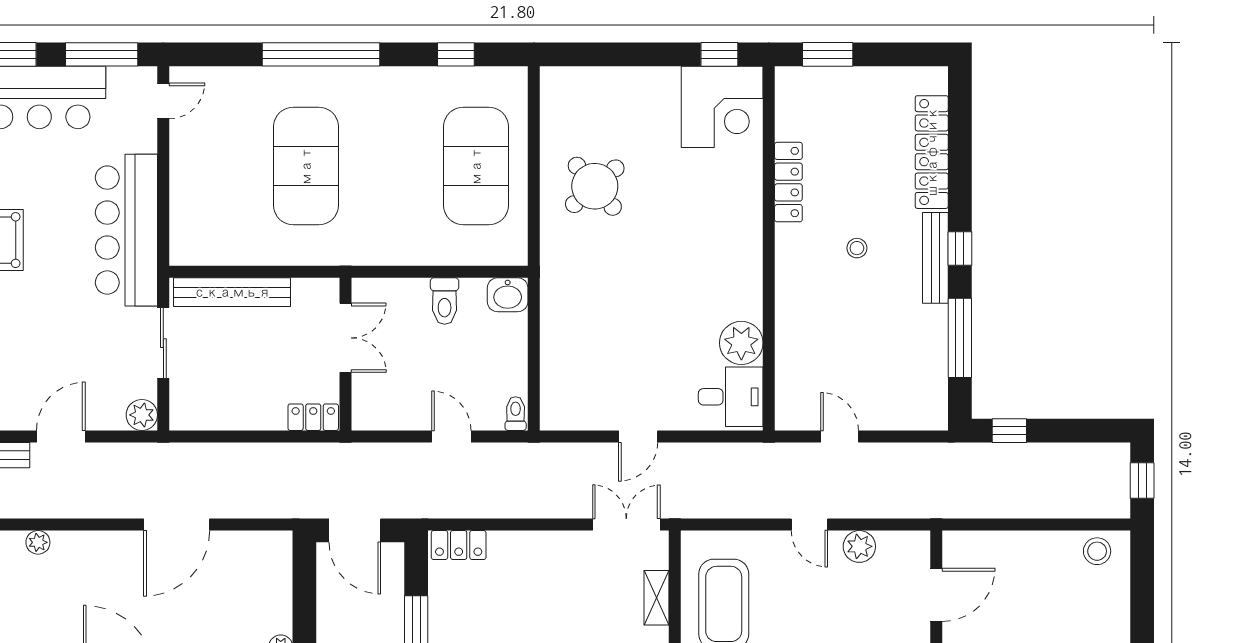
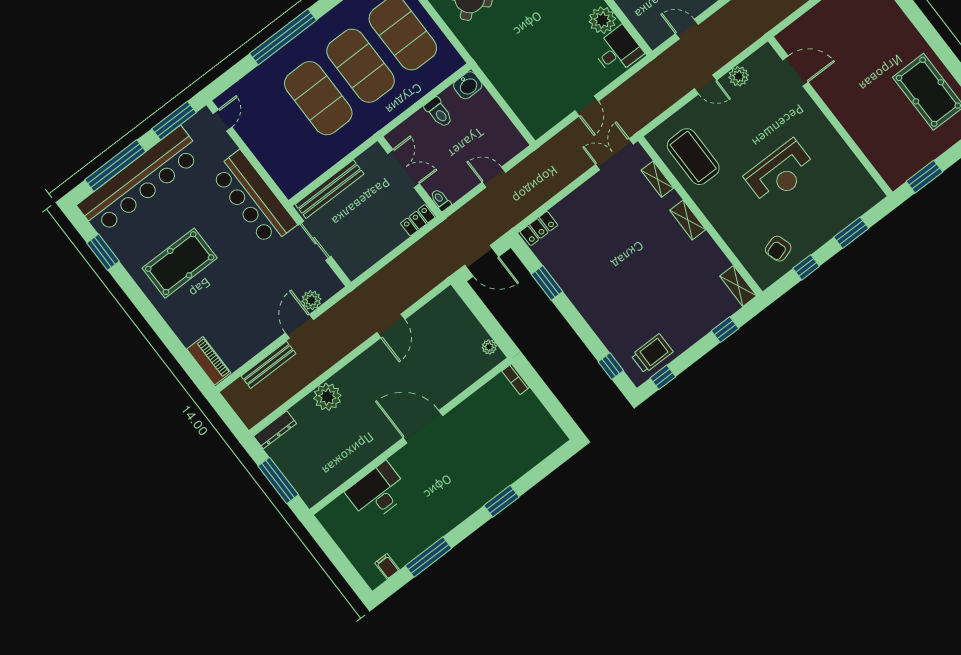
exercise mat: (391, 166) -> (361, 66), added
toilet: (516, 414) -> (441, 200), moved
plant: (142, 415) -> (311, 300), moved
door: (177, 525) -> (391, 326), width x0.73
plant: (38, 542) -> (327, 397), width x1.88, depth x1.88
door: (936, 595) -> (795, 71), hinge flipped

